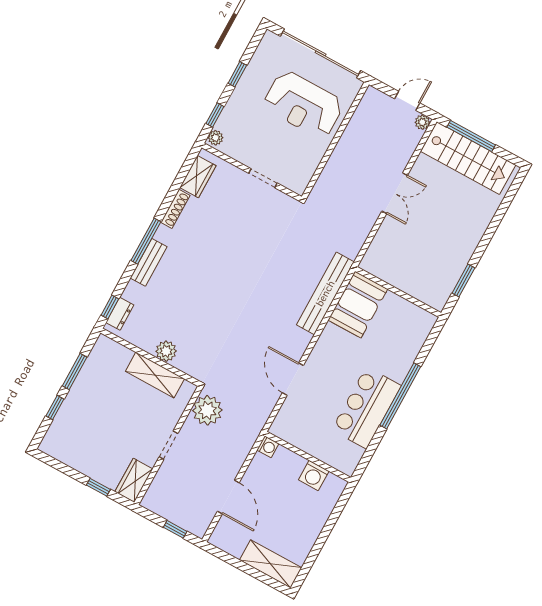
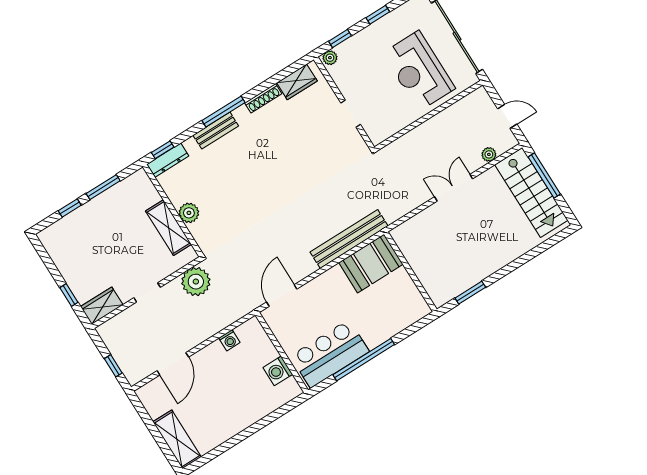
plant: (422, 122) -> (489, 154), moved
double door: (395, 193) -> (454, 188), swing flipped
dresser: (120, 314) -> (168, 160), width x1.44
wall: (308, 457) -> (282, 352), moved
washing machine: (314, 475) -> (278, 371), moved

